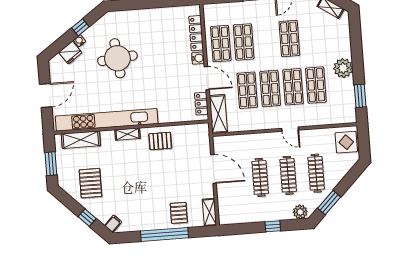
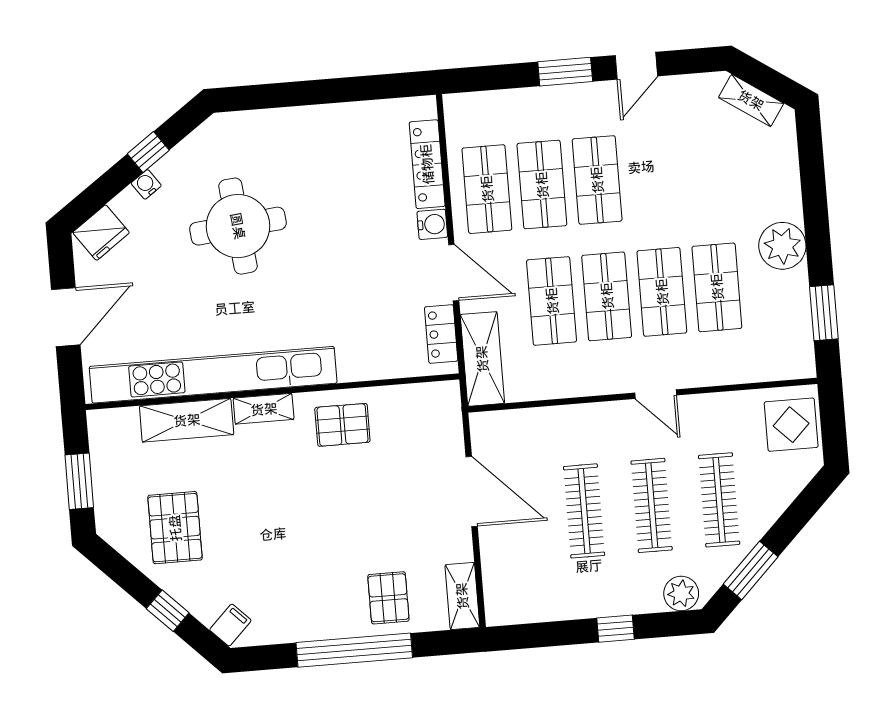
shop shelf: (289, 38) -> (597, 180), moved
fridge: (70, 53) -> (101, 233), moved
shelving: (81, 140) -> (187, 420), moved

